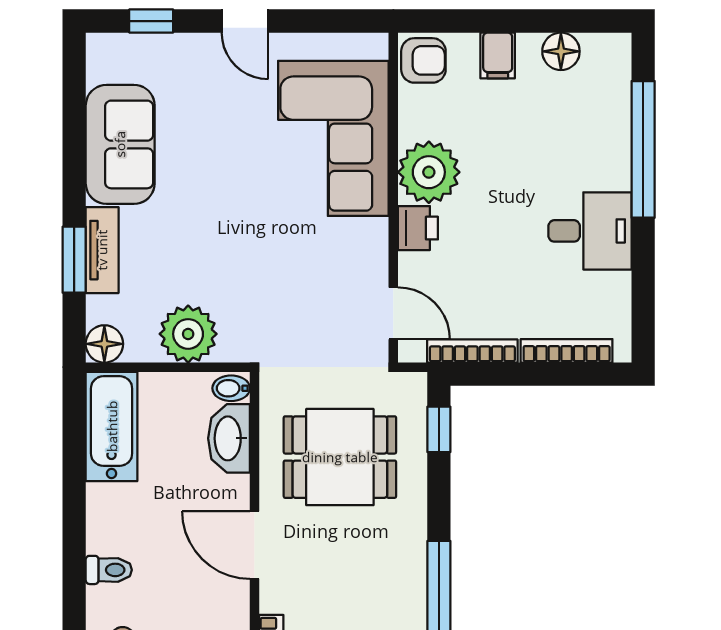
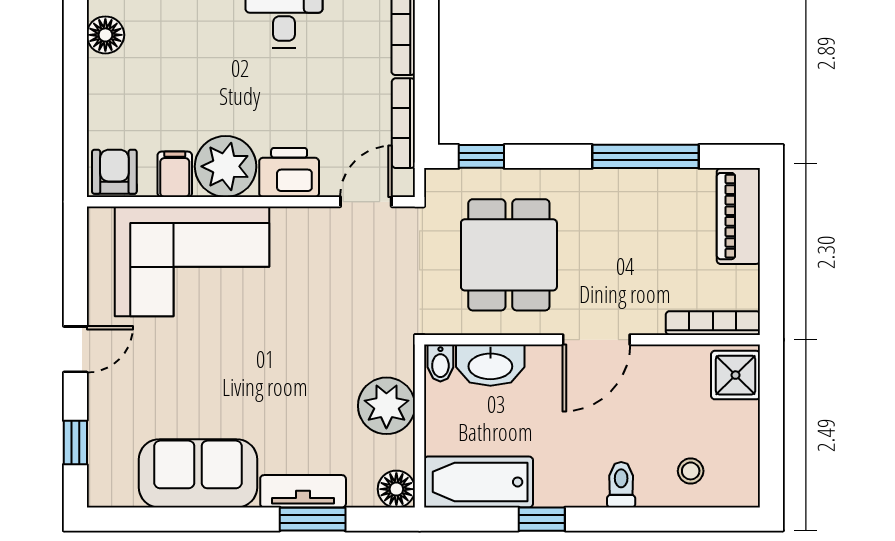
filing cabinet: (498, 56) -> (175, 174), moved, turned -90
printer: (418, 228) -> (289, 172), width x1.36, depth x1.24
window: (74, 490) -> (542, 519), added

